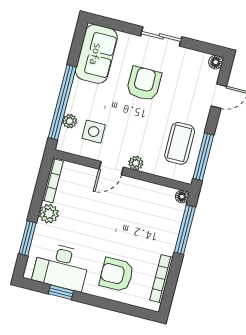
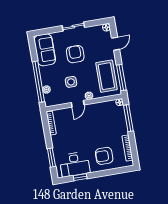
side table: (94, 132) -> (71, 82), moved
coffee table: (180, 143) -> (106, 76), width x1.36, depth x1.32
plant: (49, 214) -> (57, 140), removed

